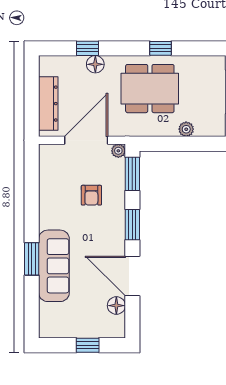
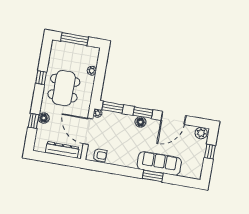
armchair: (91, 195) -> (100, 155), moved
floor lamp: (116, 306) -> (141, 122), moved
plant: (116, 326) -> (201, 133), added

